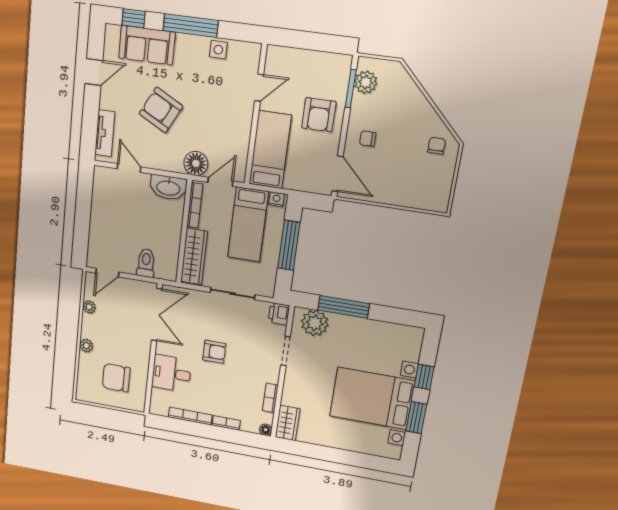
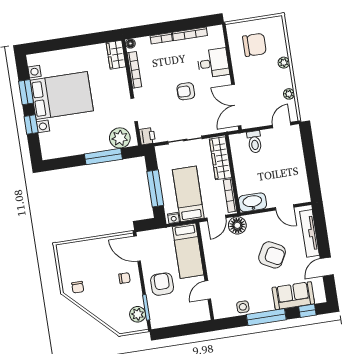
tv unit: (105, 133) -> (310, 233), width x1.41
bookcase: (270, 398) -> (134, 70), width x1.56

